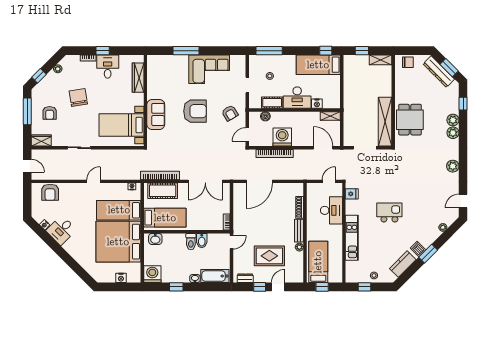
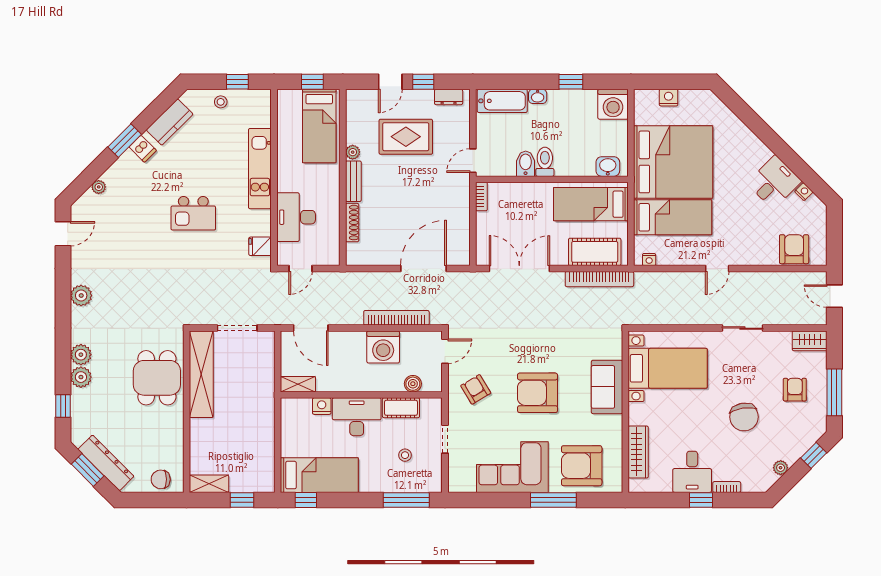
armchair: (170, 70) -> (582, 466), added

